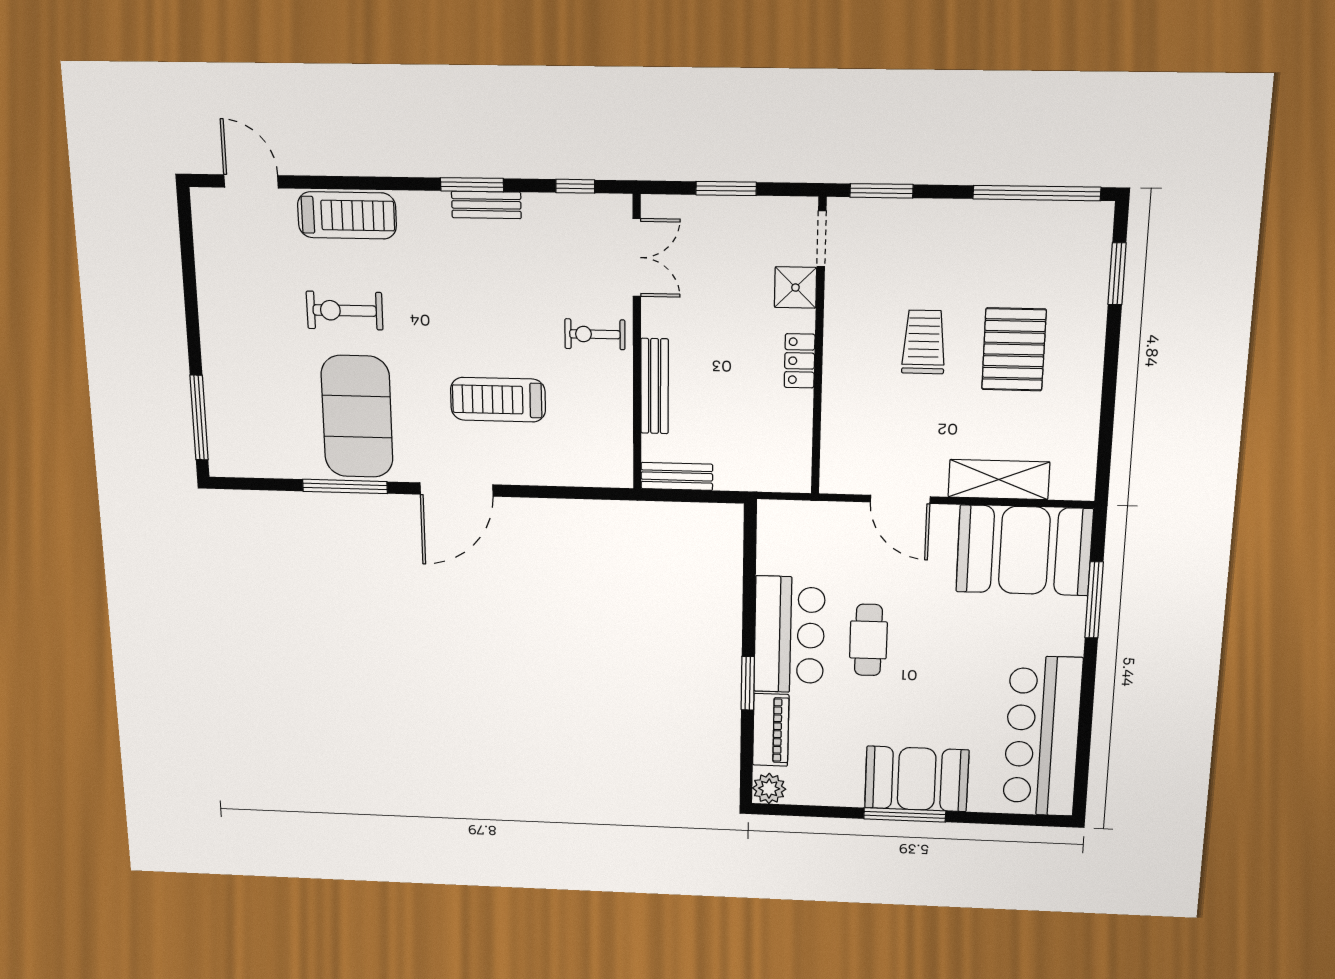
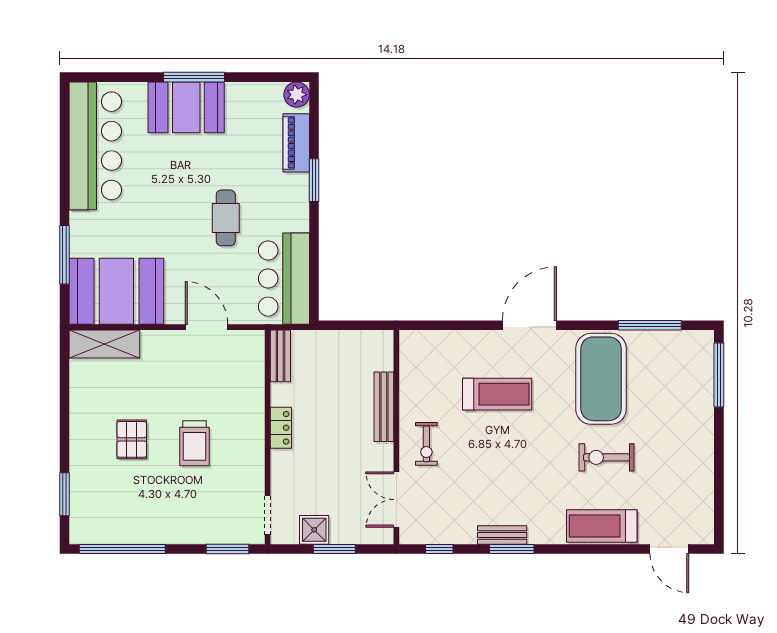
shower: (795, 288) -> (314, 530), moved
exercise bike: (345, 311) -> (607, 457), turned 180
exercise bike: (595, 334) -> (426, 444), turned 90
pallet: (1014, 349) -> (132, 439), width x0.67, depth x0.71
bench: (677, 476) -> (280, 356), moved, turned 90
shelving: (999, 480) -> (104, 344), moved
window: (345, 486) -> (650, 325), moved
bar counter: (789, 635) -> (284, 279), moved

